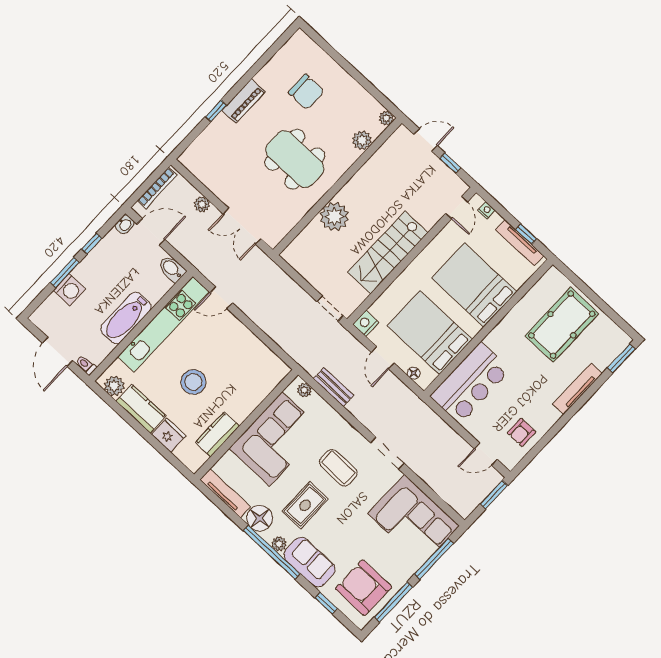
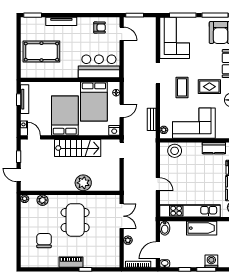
door: (457, 207) -> (34, 137), hinge flipped
door: (151, 232) -> (158, 250), hinge flipped
bed: (474, 285) -> (65, 116), moved, turned 180
door: (221, 298) -> (158, 184), moved
stool: (193, 382) -> (175, 151), moved

